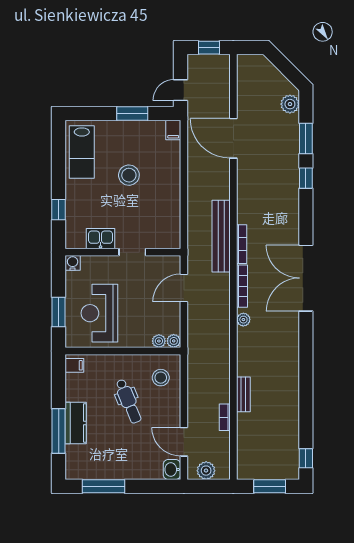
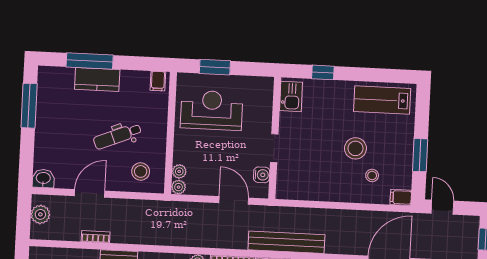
stool: (154, 158) -> (372, 176), added
kitchen sink: (100, 239) -> (291, 96), moved
water cooler: (73, 263) -> (262, 175), moved
door: (184, 442) -> (90, 193), moved

